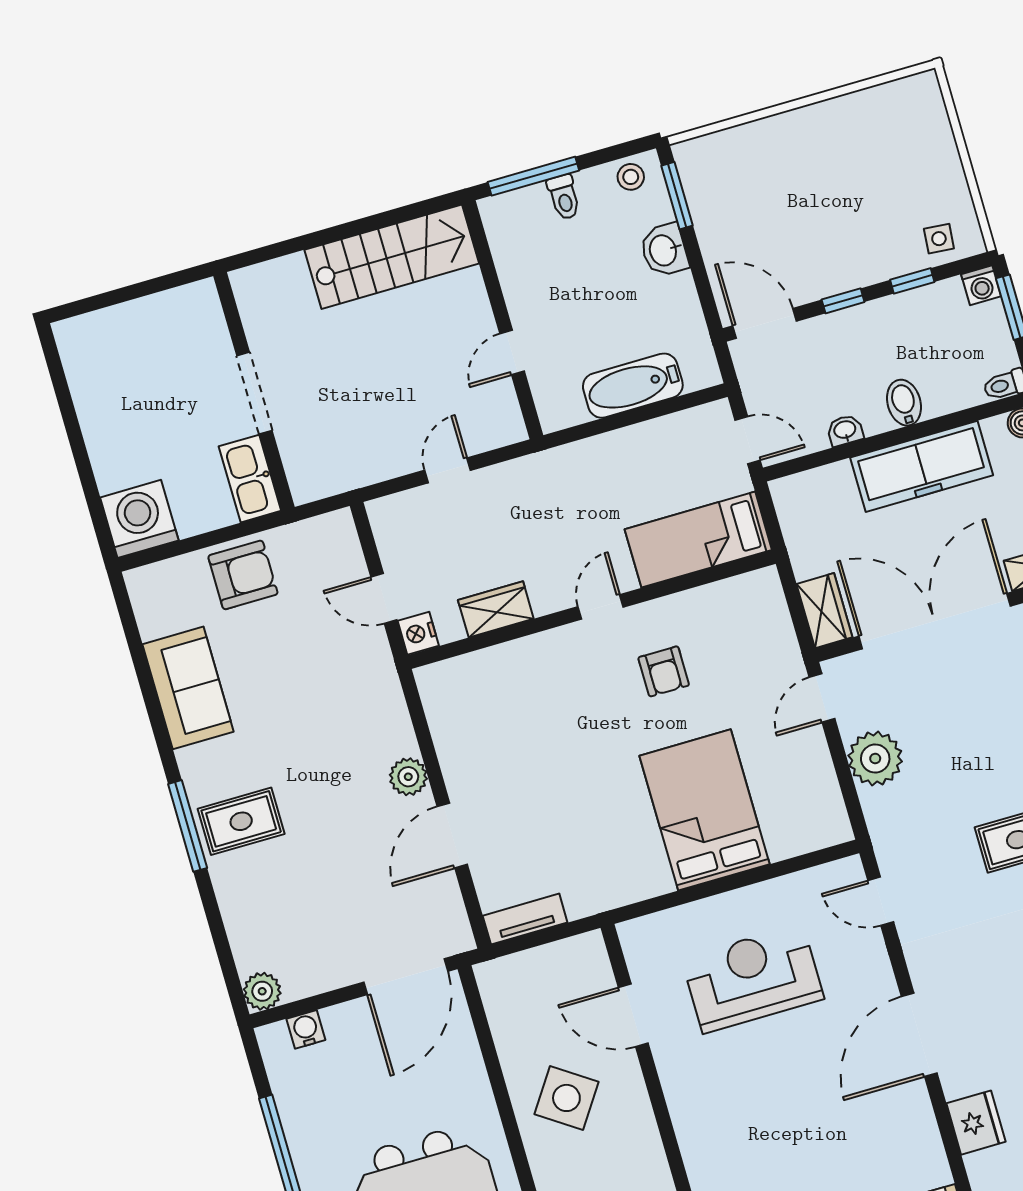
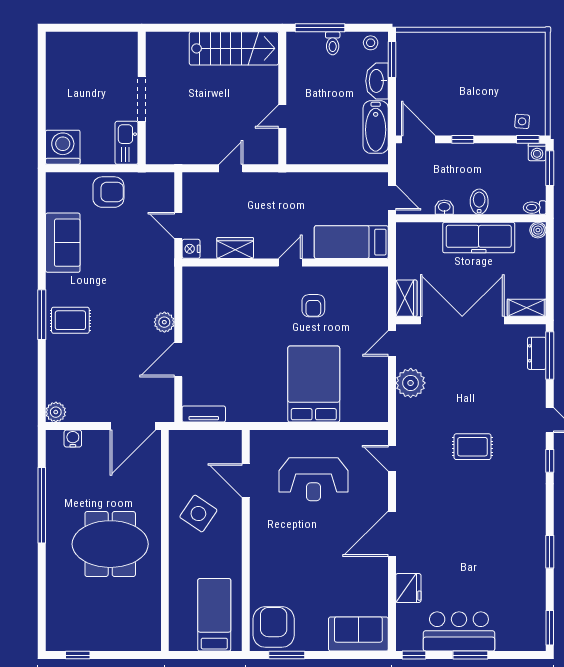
washbasin: (664, 250) -> (377, 81), width x1.38
window: (912, 281) -> (528, 139), moved
bathtub: (633, 386) -> (376, 127), moved, turned -90
reception desk: (753, 979) -> (314, 479), turned 180

